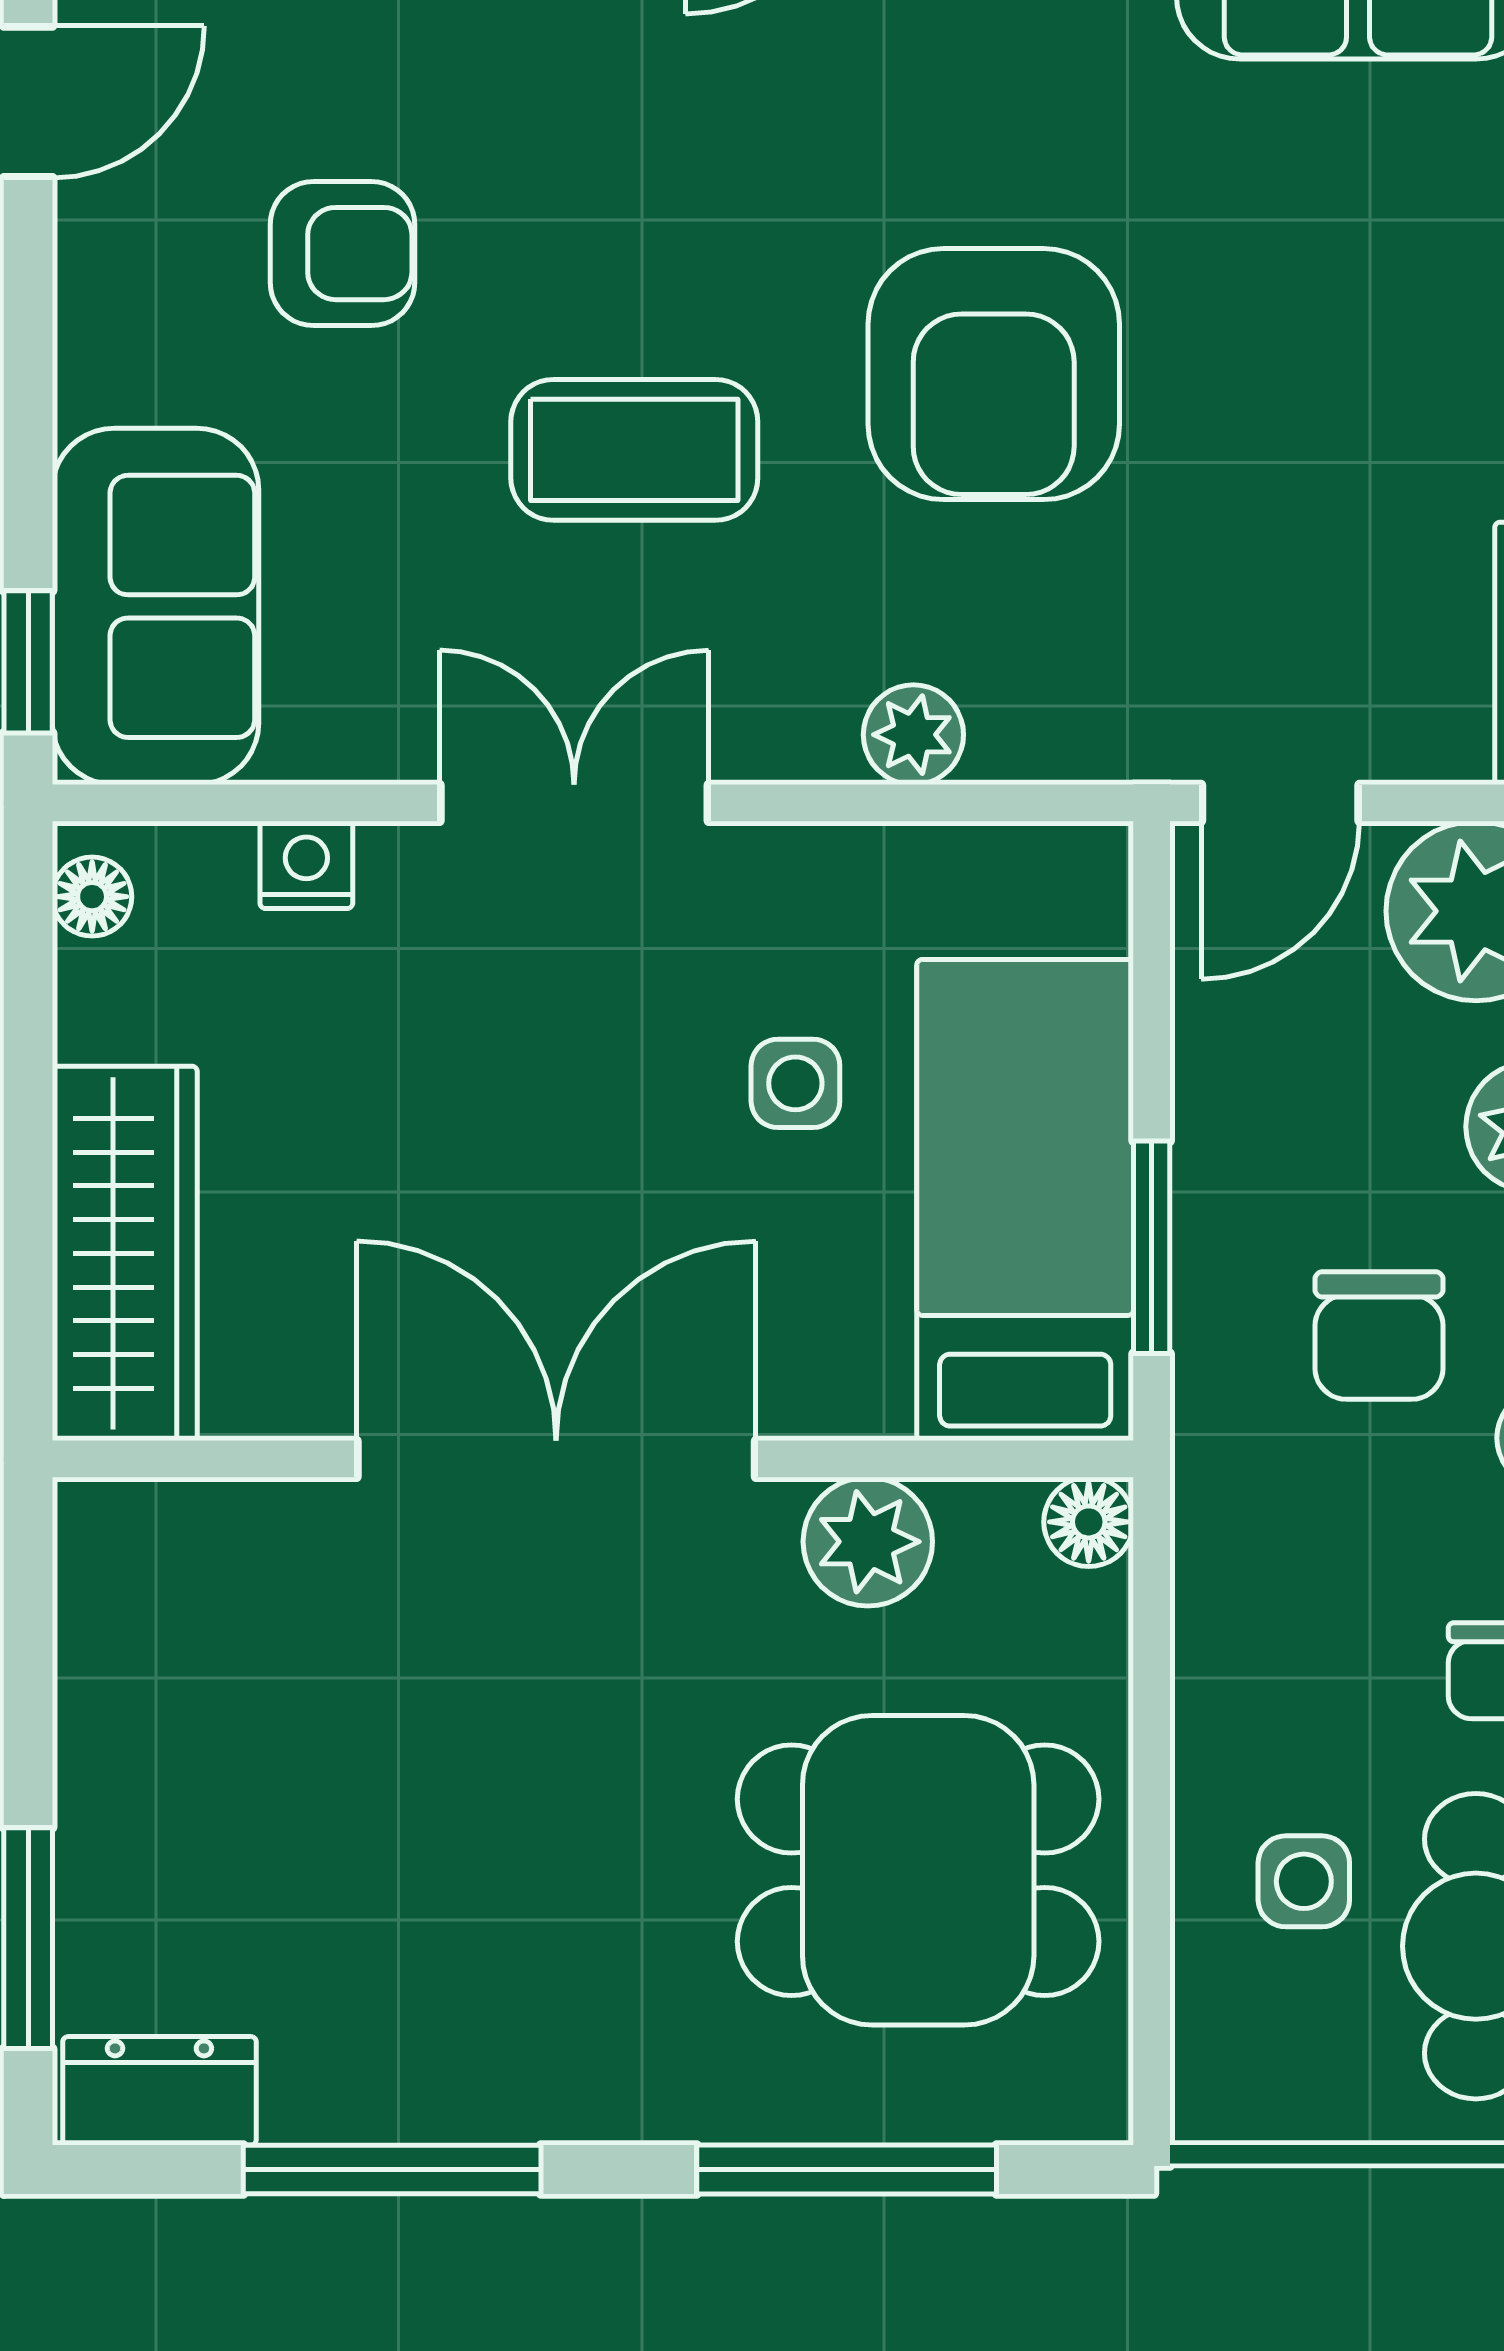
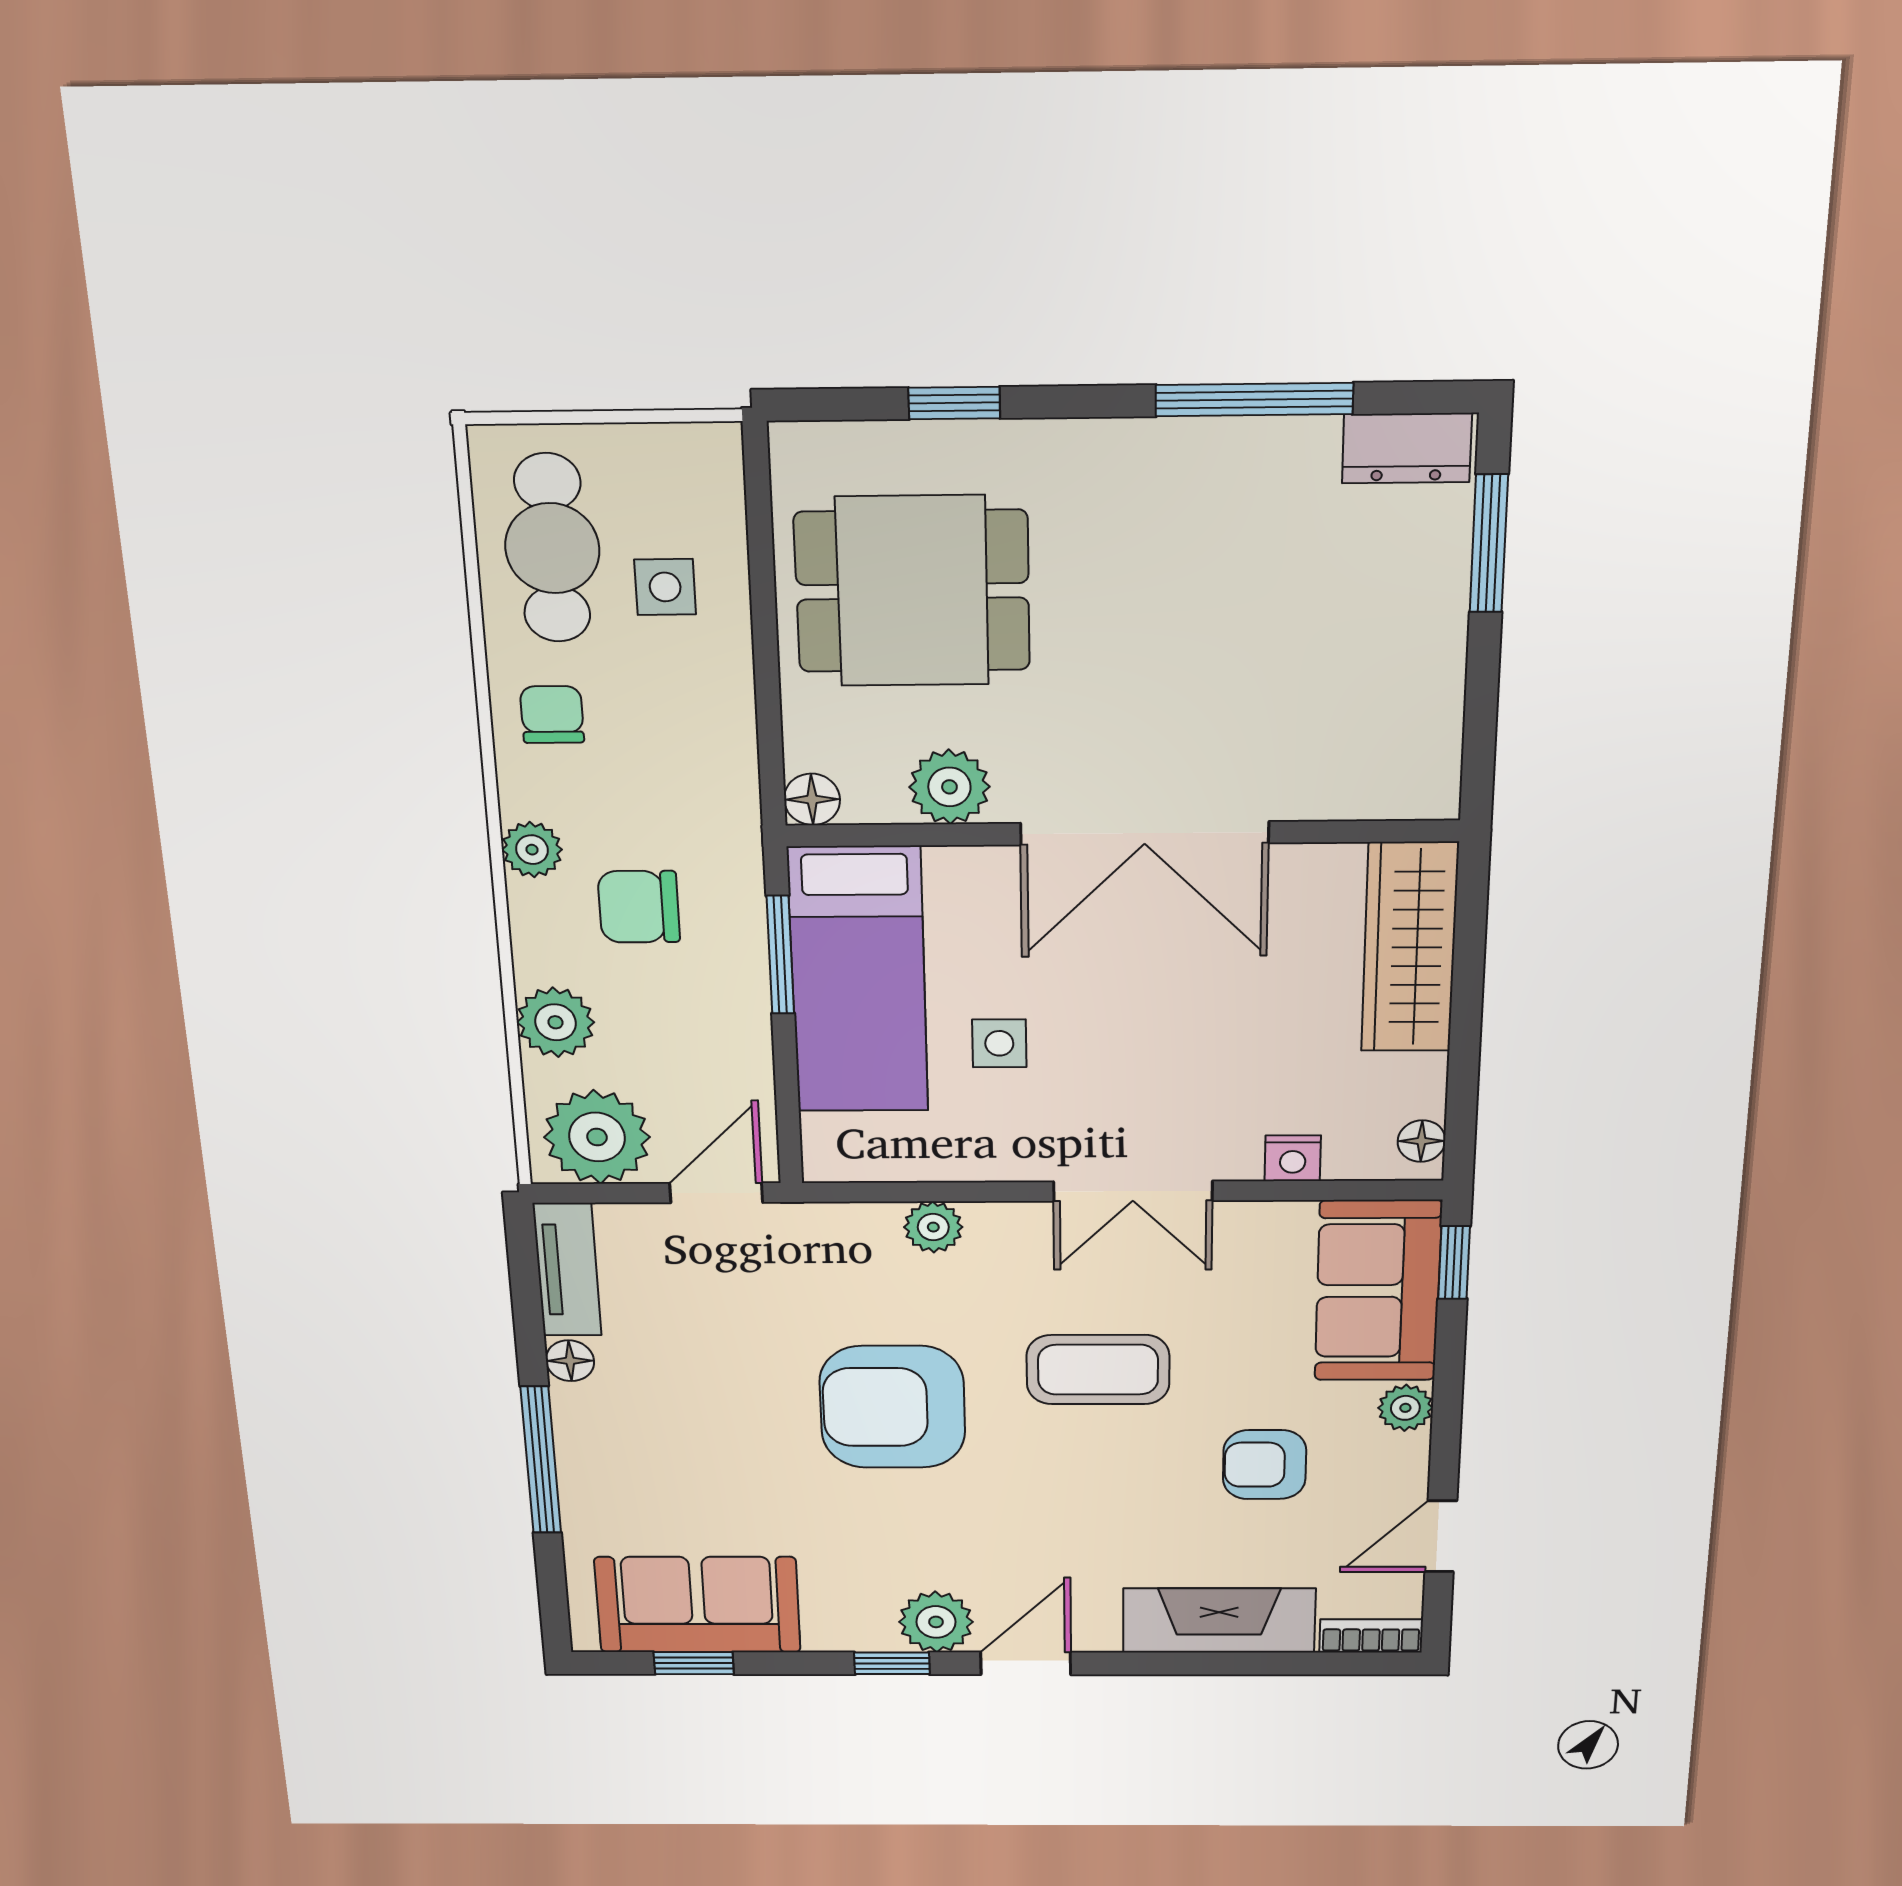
plant: (100, 371) -> (1405, 1408), added
armchair: (994, 374) -> (892, 1407), turned -90
chair: (1379, 1336) -> (639, 907), turned -90
window: (847, 2169) -> (954, 403), width x0.46

